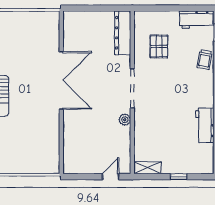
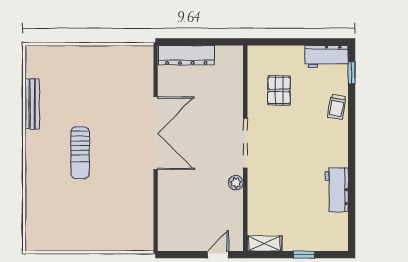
dresser: (123, 33) -> (186, 55), moved, turned -90

